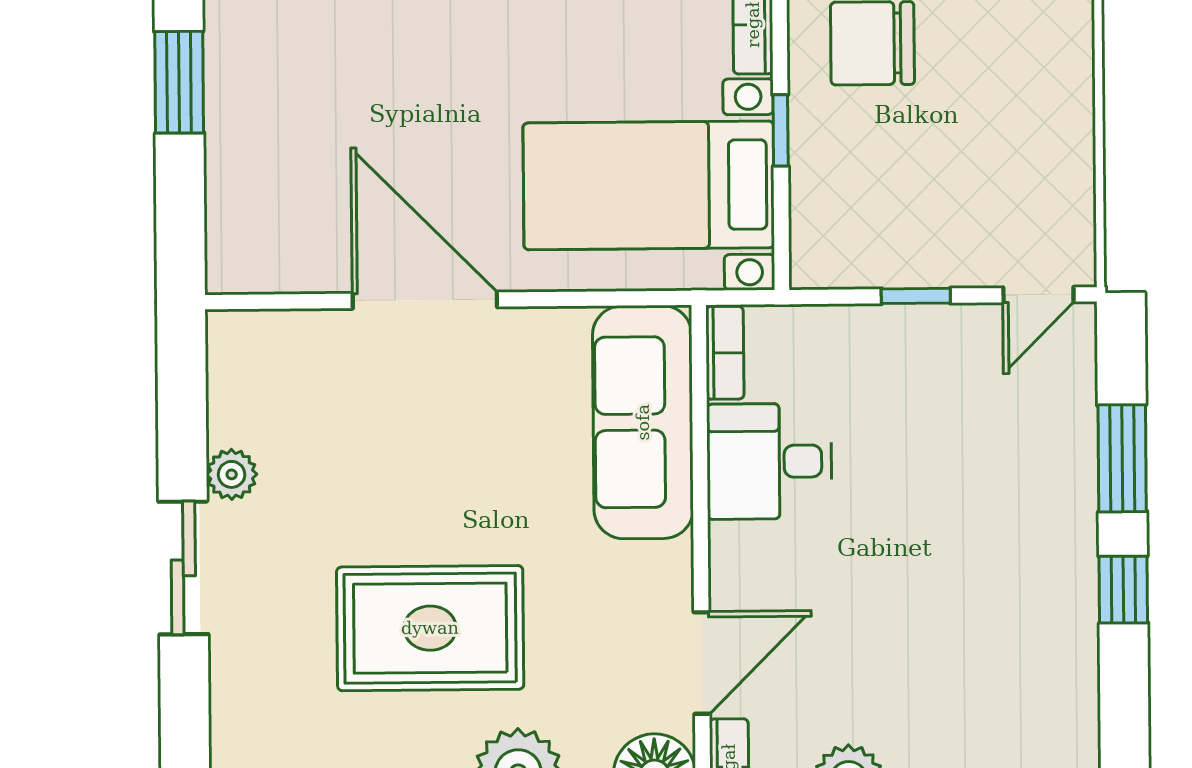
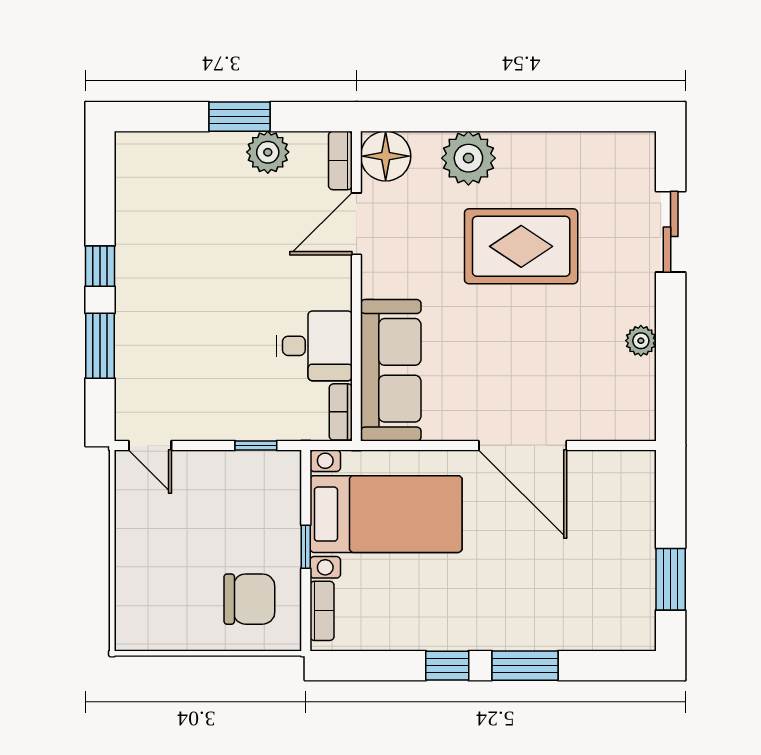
door: (1038, 295) -> (150, 445), swing flipped
window: (916, 296) -> (256, 445), moved
sliding door: (183, 568) -> (671, 232), moved

